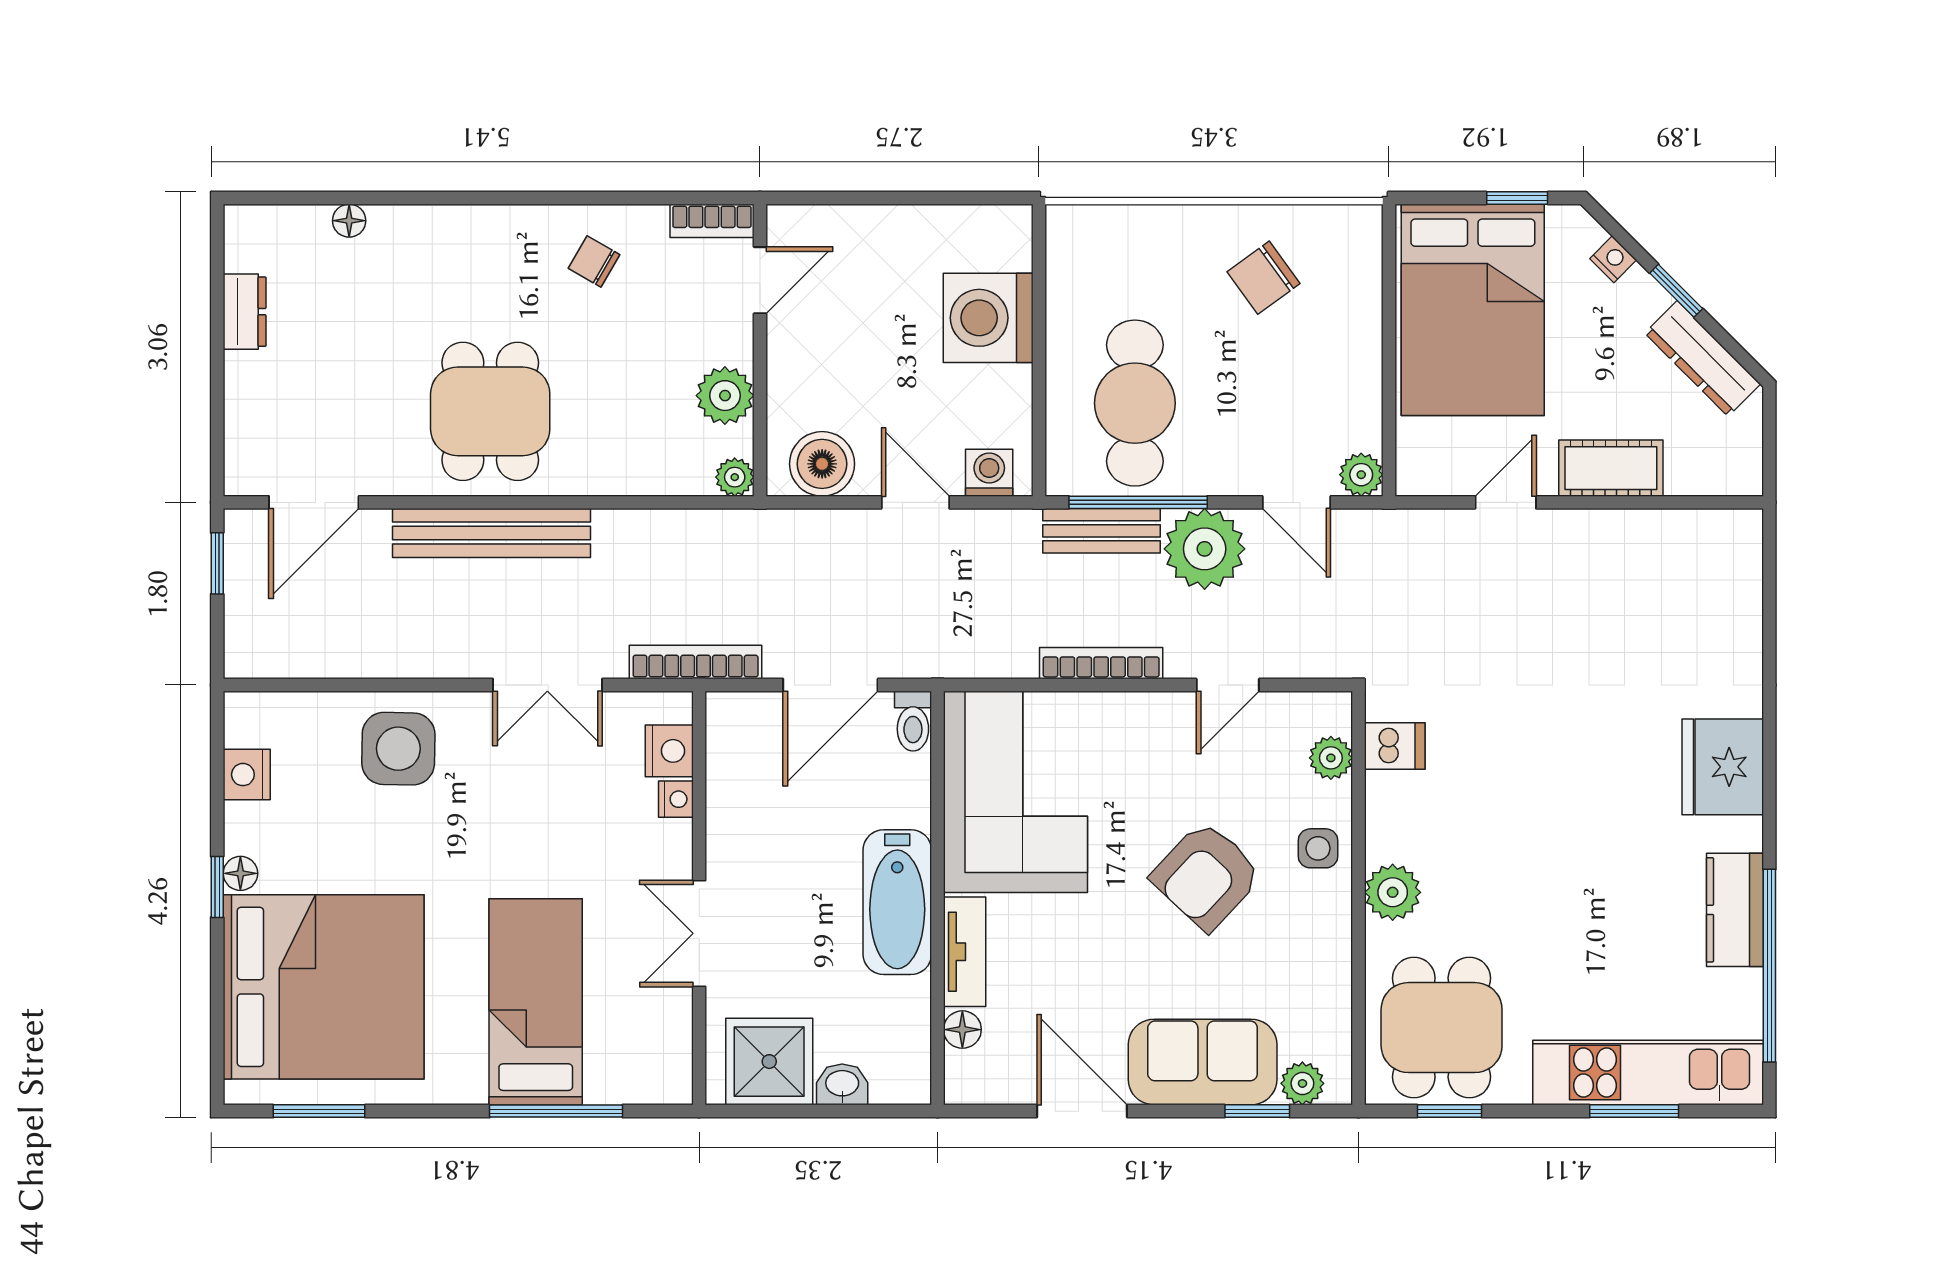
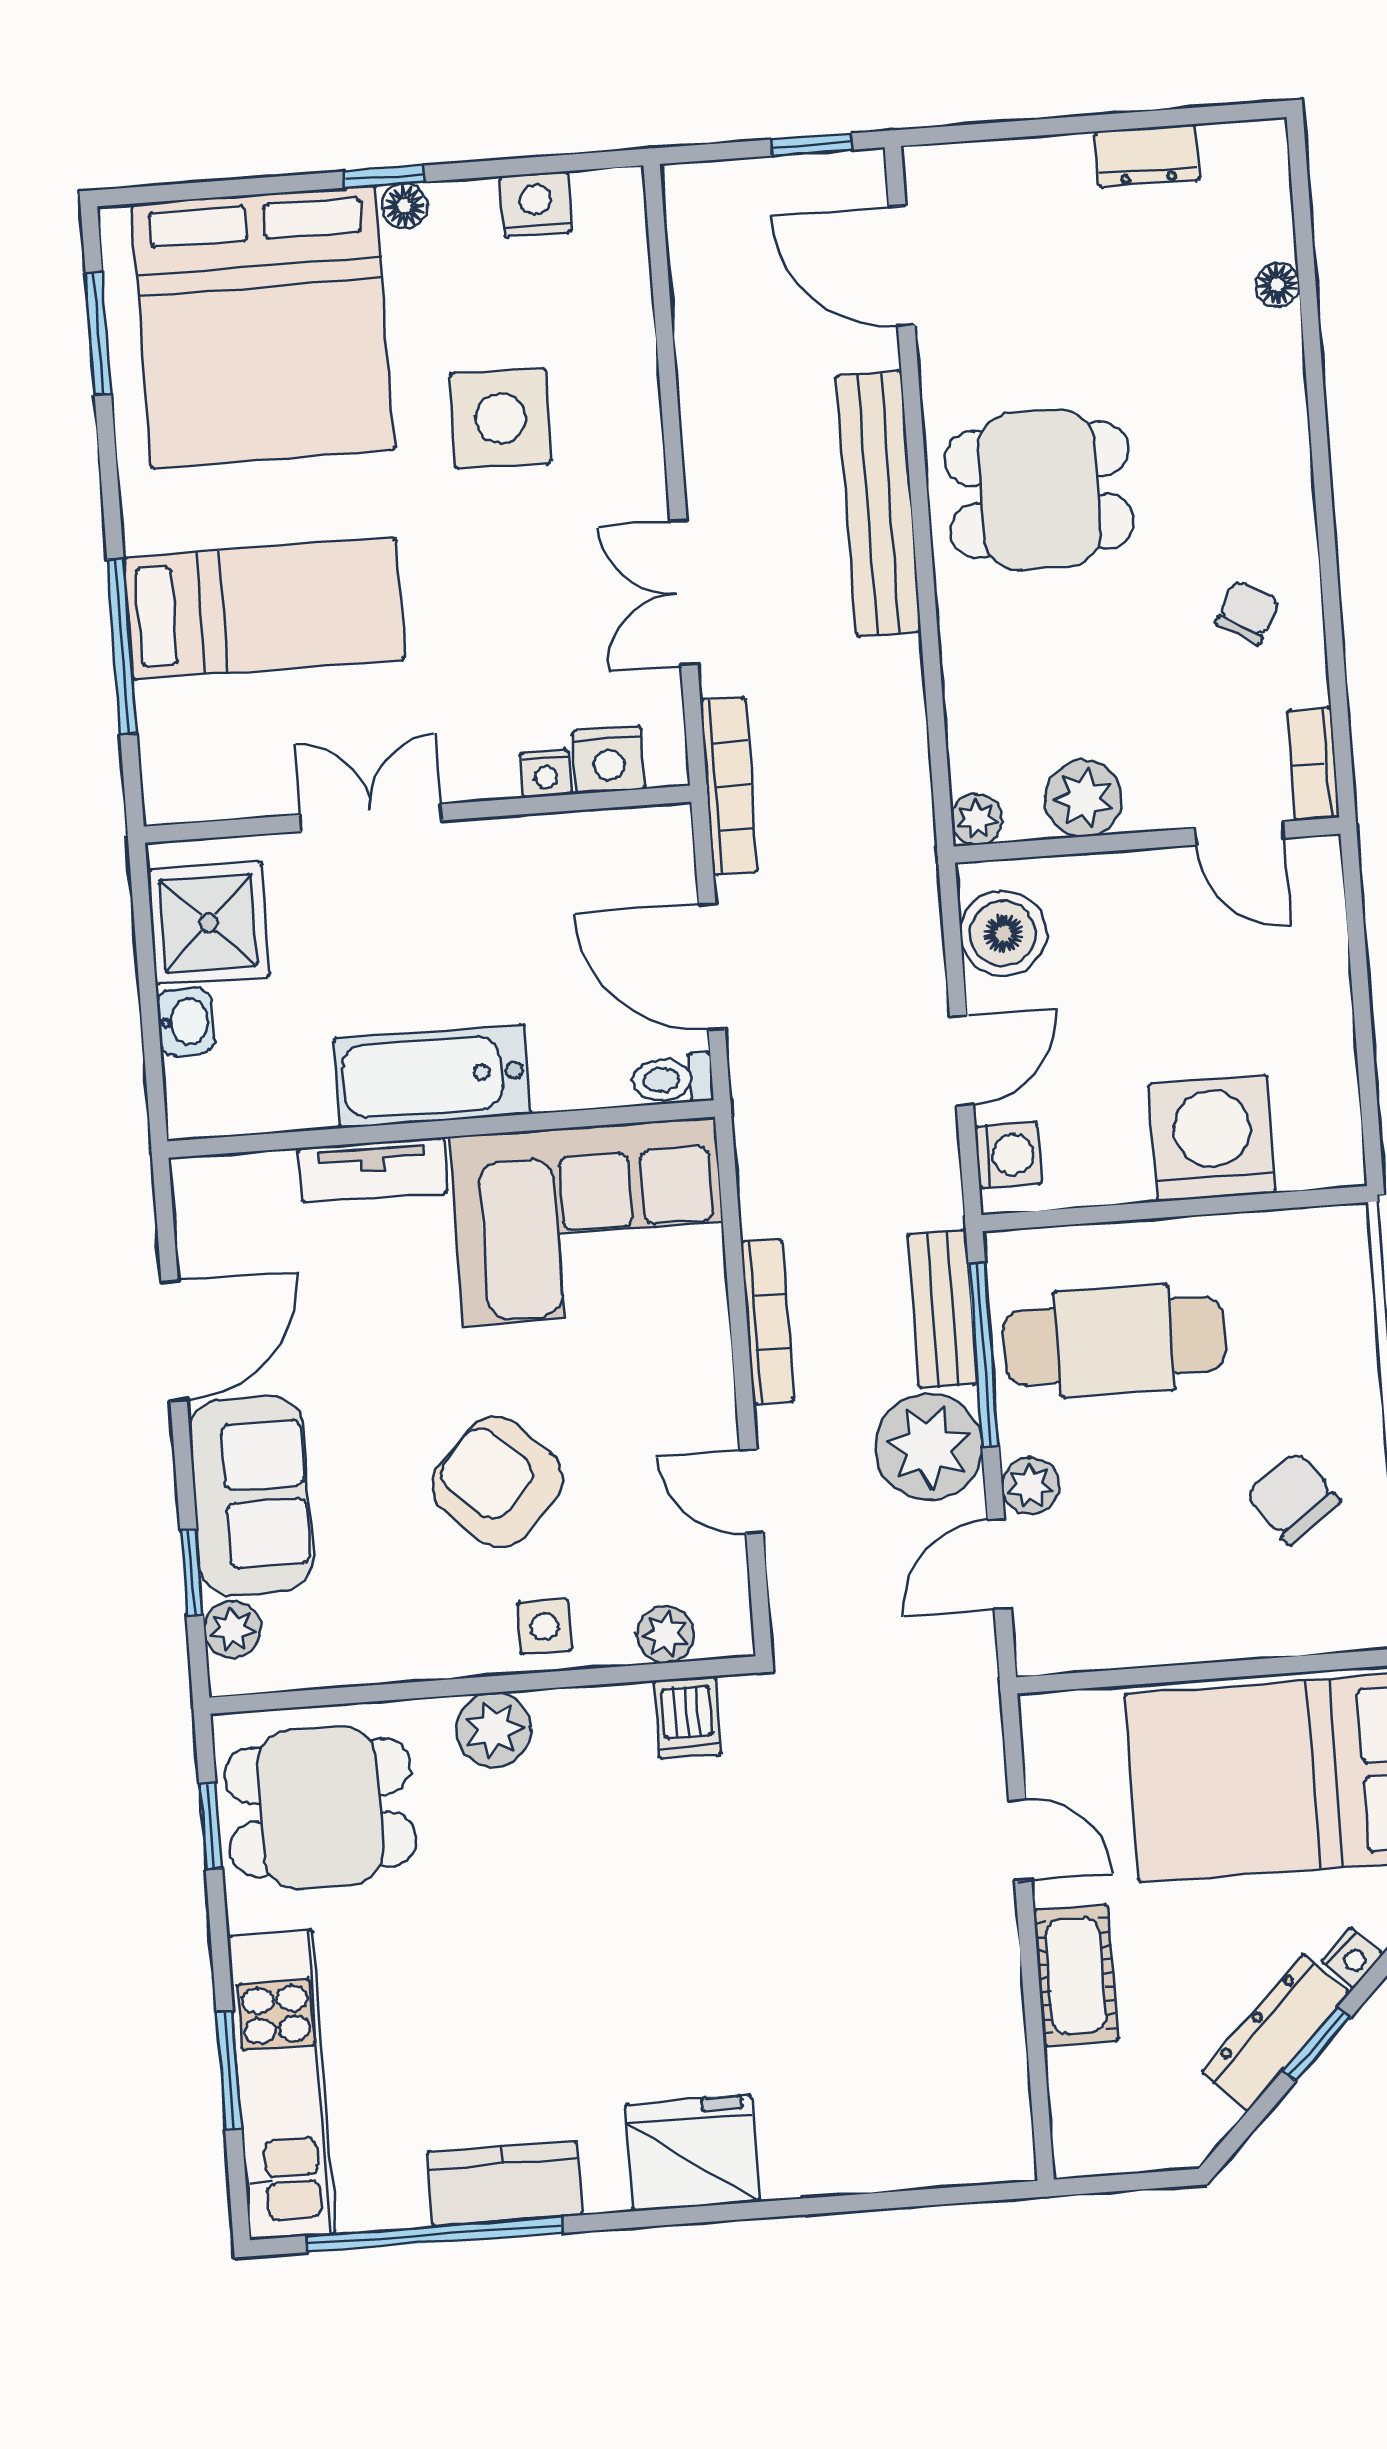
dresser: (1703, 359) -> (1276, 2033), moved
plant: (1361, 475) -> (1030, 1486), moved
side table: (398, 749) -> (501, 418), moved
floor lamp: (962, 1030) -> (270, 1175), removed

